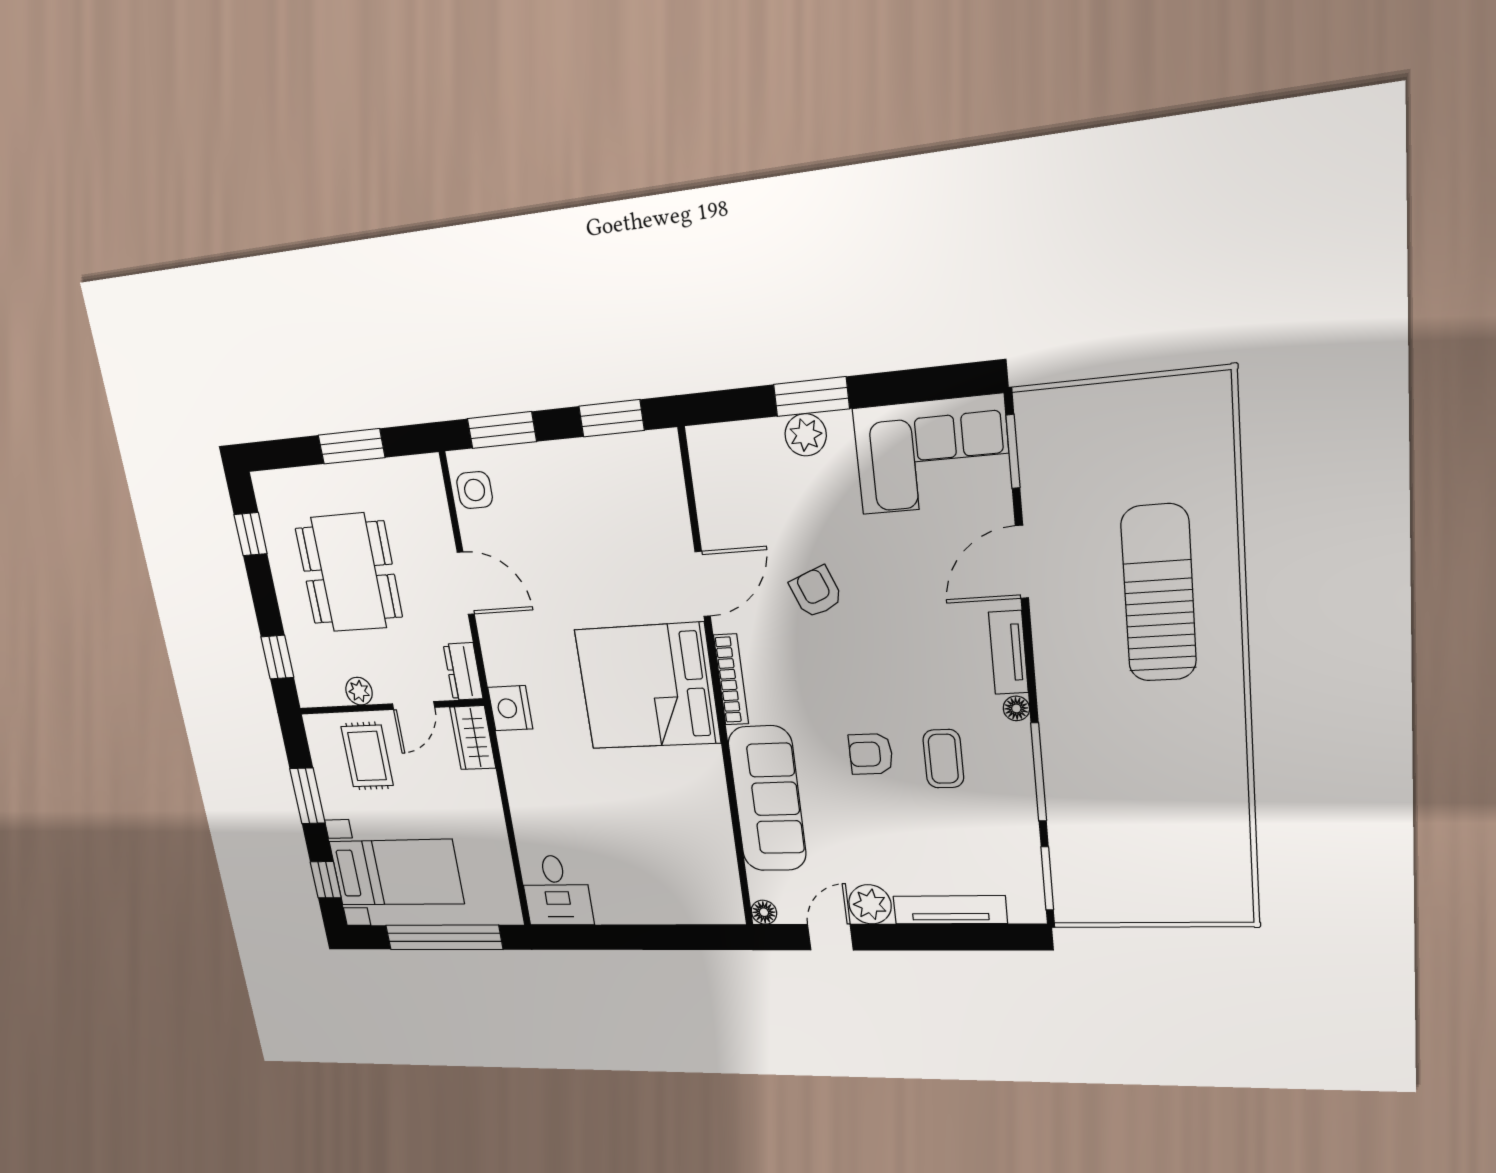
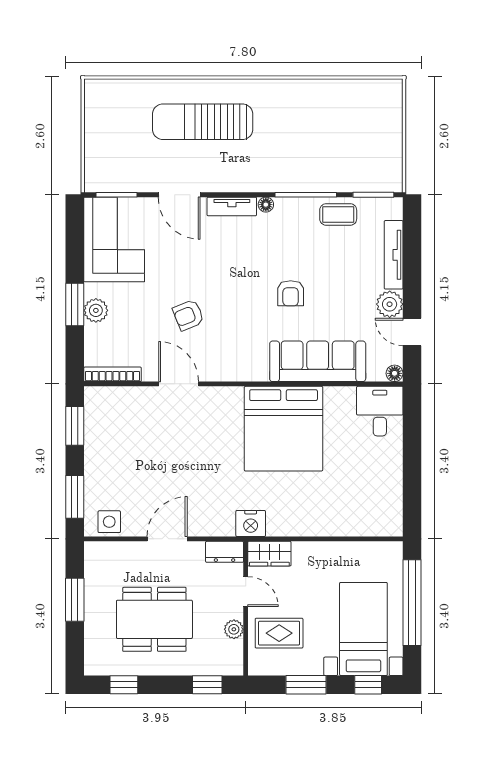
bookcase: (731, 680) -> (113, 374), moved
bed: (648, 686) -> (284, 429), moved
coffee table: (943, 759) -> (338, 214), moved
desk: (556, 890) -> (380, 411), moved, turned -90

